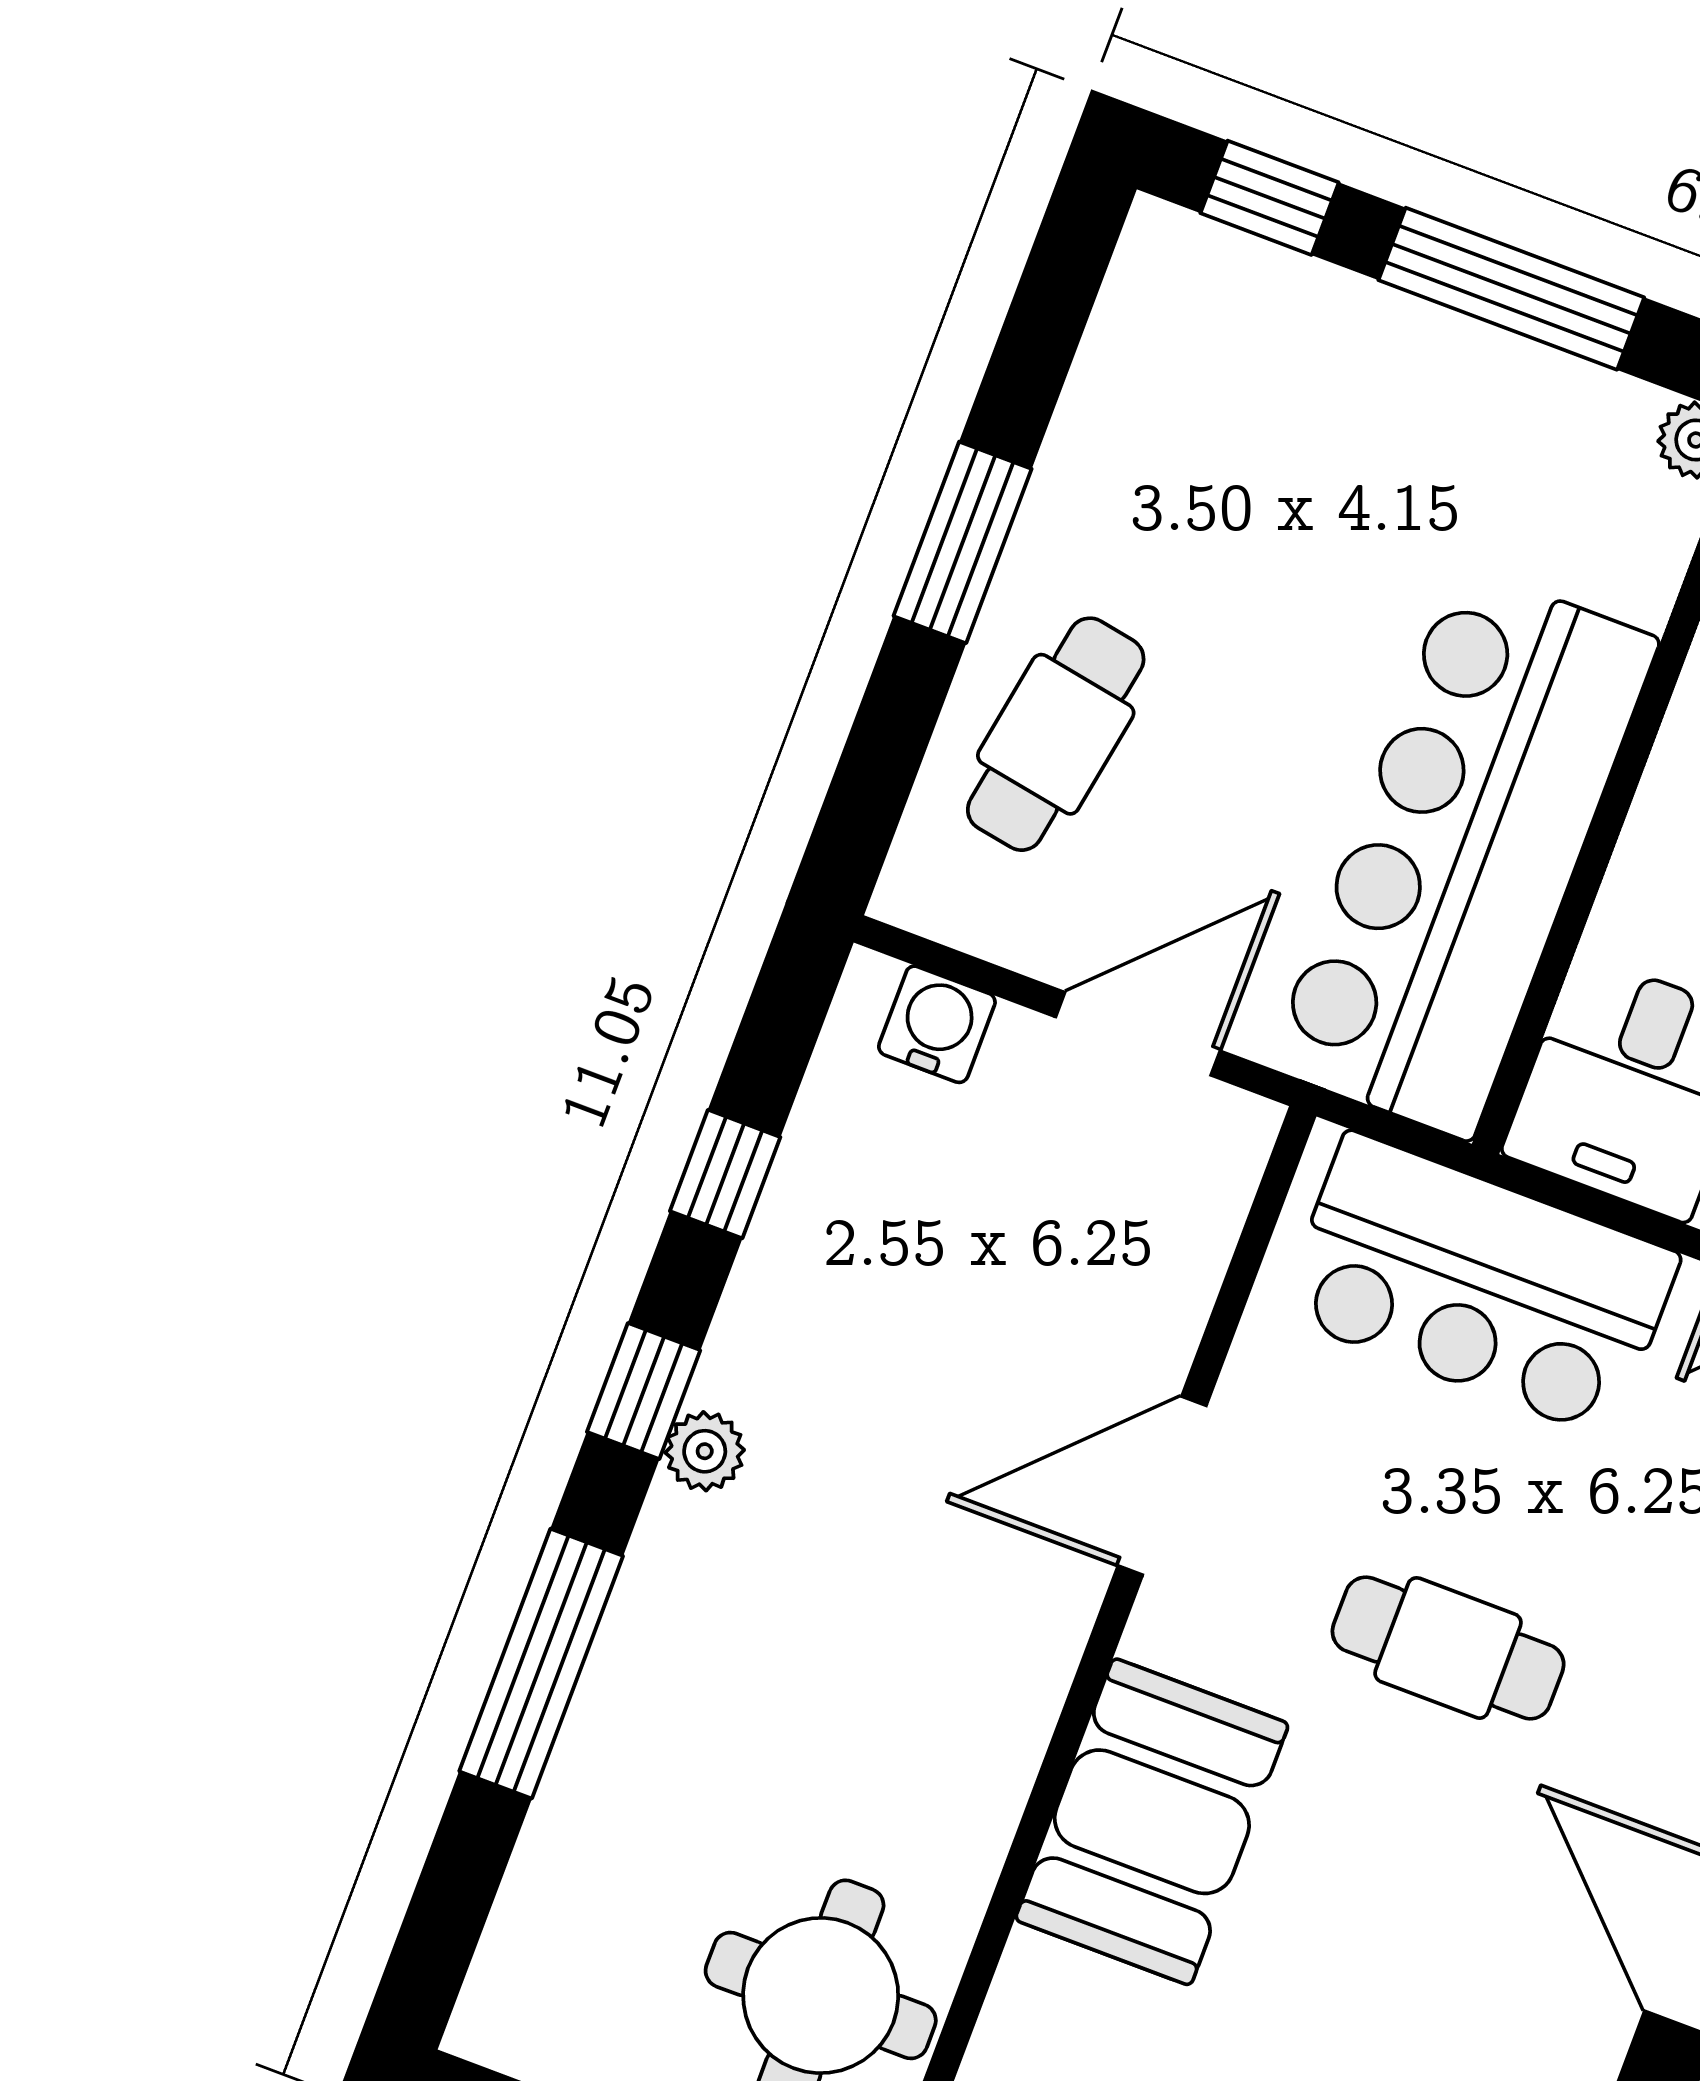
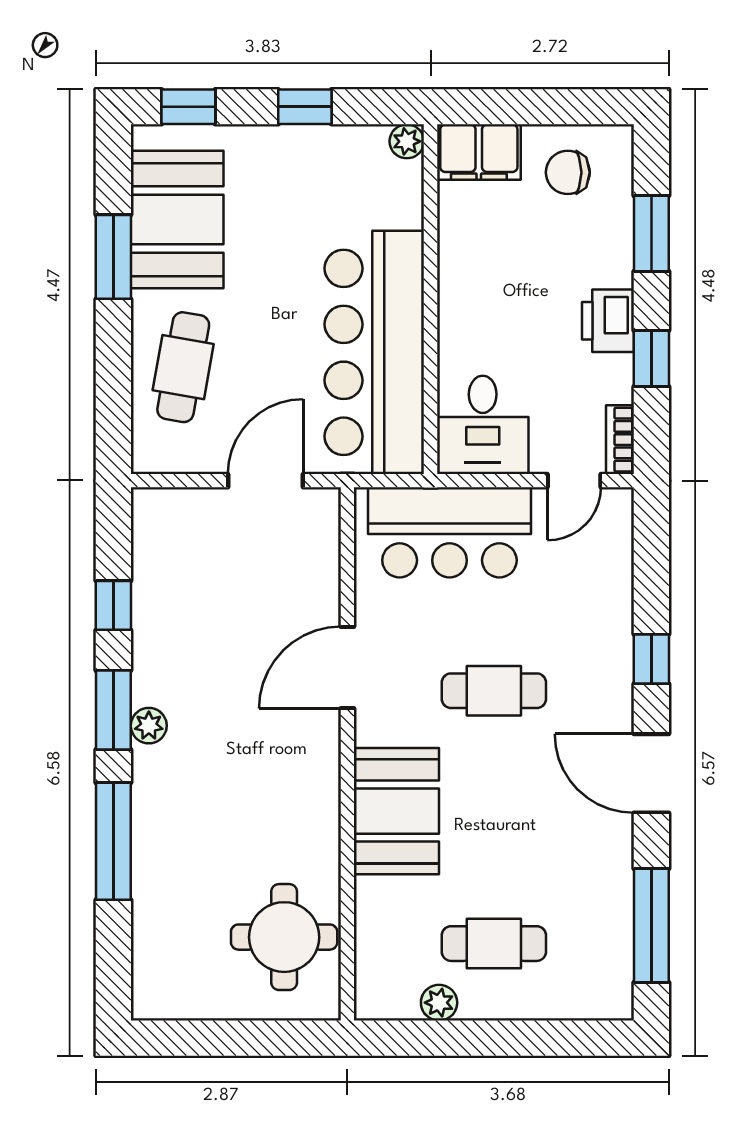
window: (1511, 289) -> (305, 107), width x0.46
booth: (1158, 423) -> (177, 220), added
window: (963, 542) -> (113, 257), moved
water cooler: (937, 1024) -> (179, 508), removed
window: (644, 1391) -> (113, 710), width x1.50

